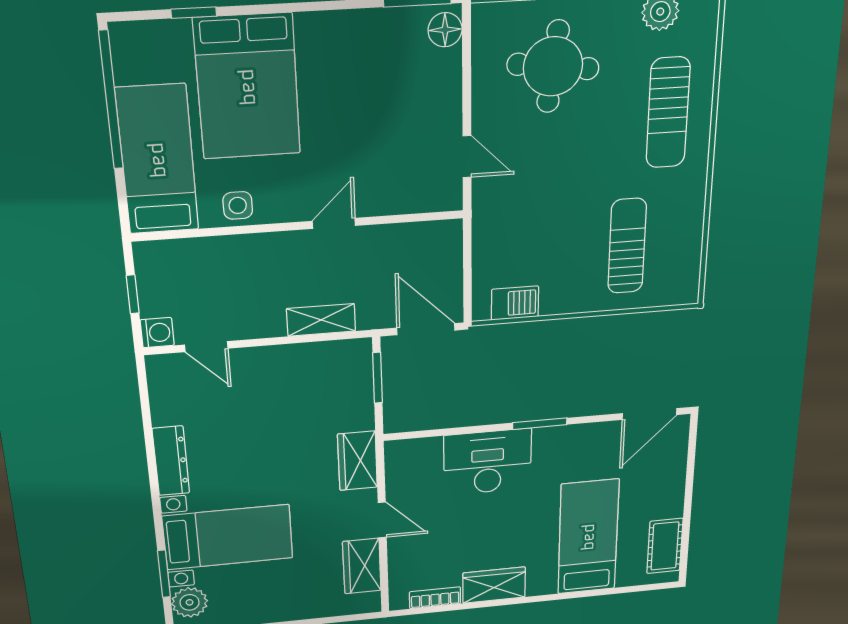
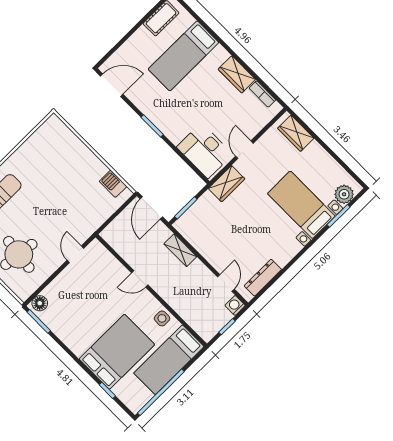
sun lounger: (627, 246) -> (56, 163), removed
dresser: (171, 461) -> (263, 278), moved
desk: (488, 462) -> (205, 151), moved
wardrobe: (362, 566) -> (296, 133), moved, turned 90

